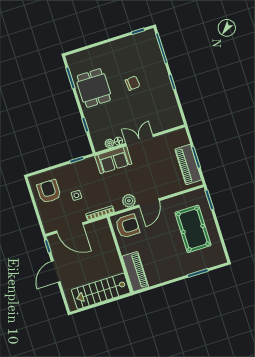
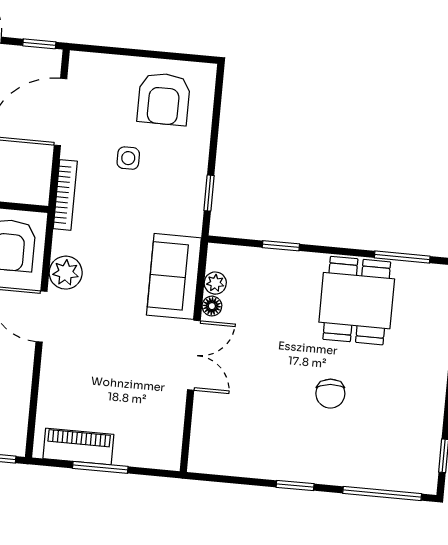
dining table: (94, 88) -> (357, 301), turned 90
piano: (188, 165) -> (78, 446), width x0.73, depth x0.75
armchair: (49, 191) -> (164, 99), turned 90

